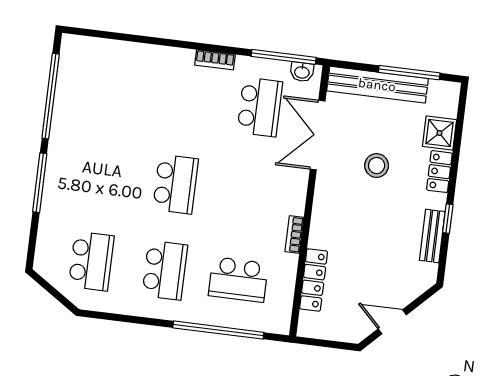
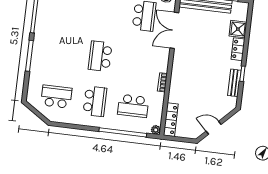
stool: (377, 166) -> (205, 46), removed
school desk: (175, 184) -> (100, 56), turned 180
school desk: (91, 261) -> (56, 97), turned -90
locker: (314, 280) -> (171, 120), moved
plant: (281, 325) -> (156, 130), added

